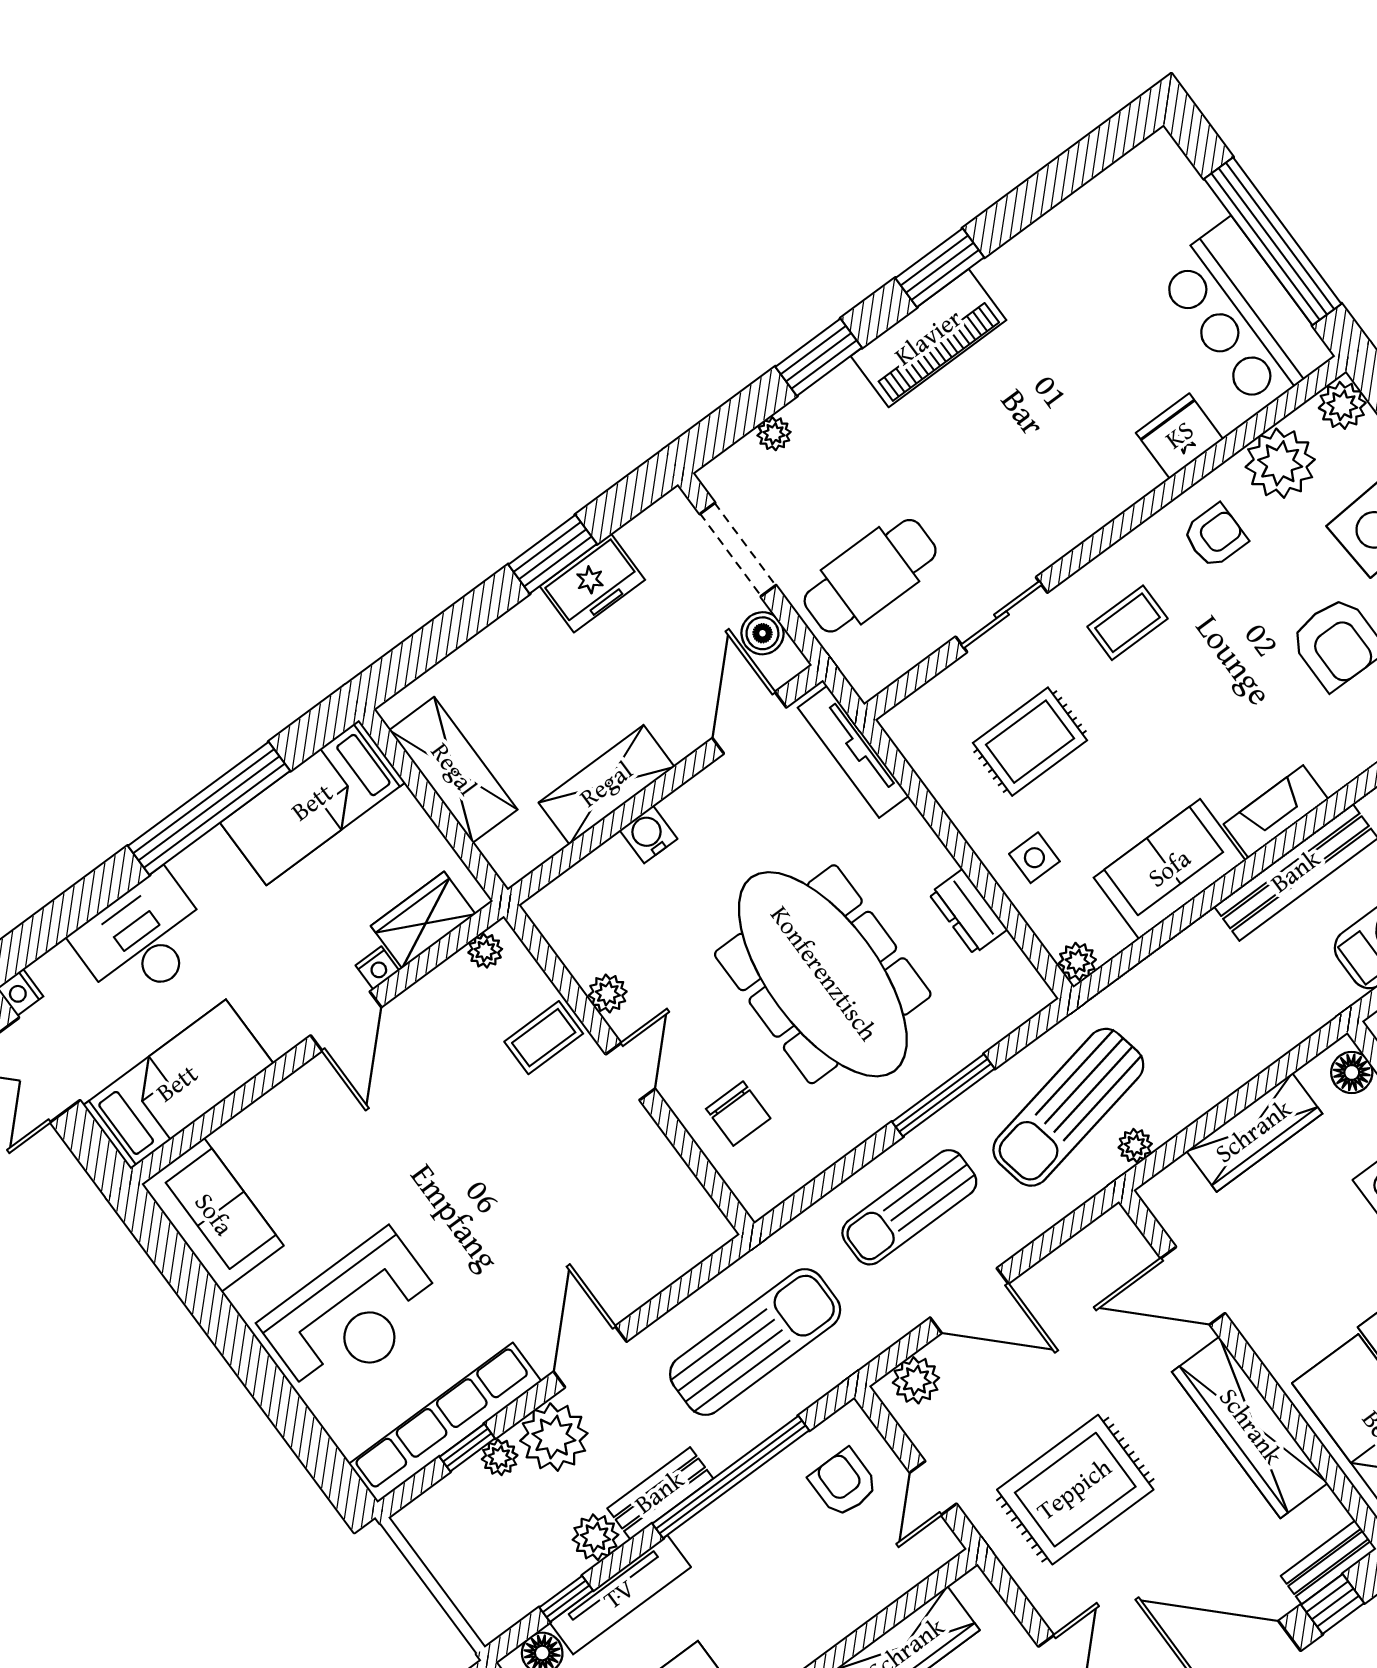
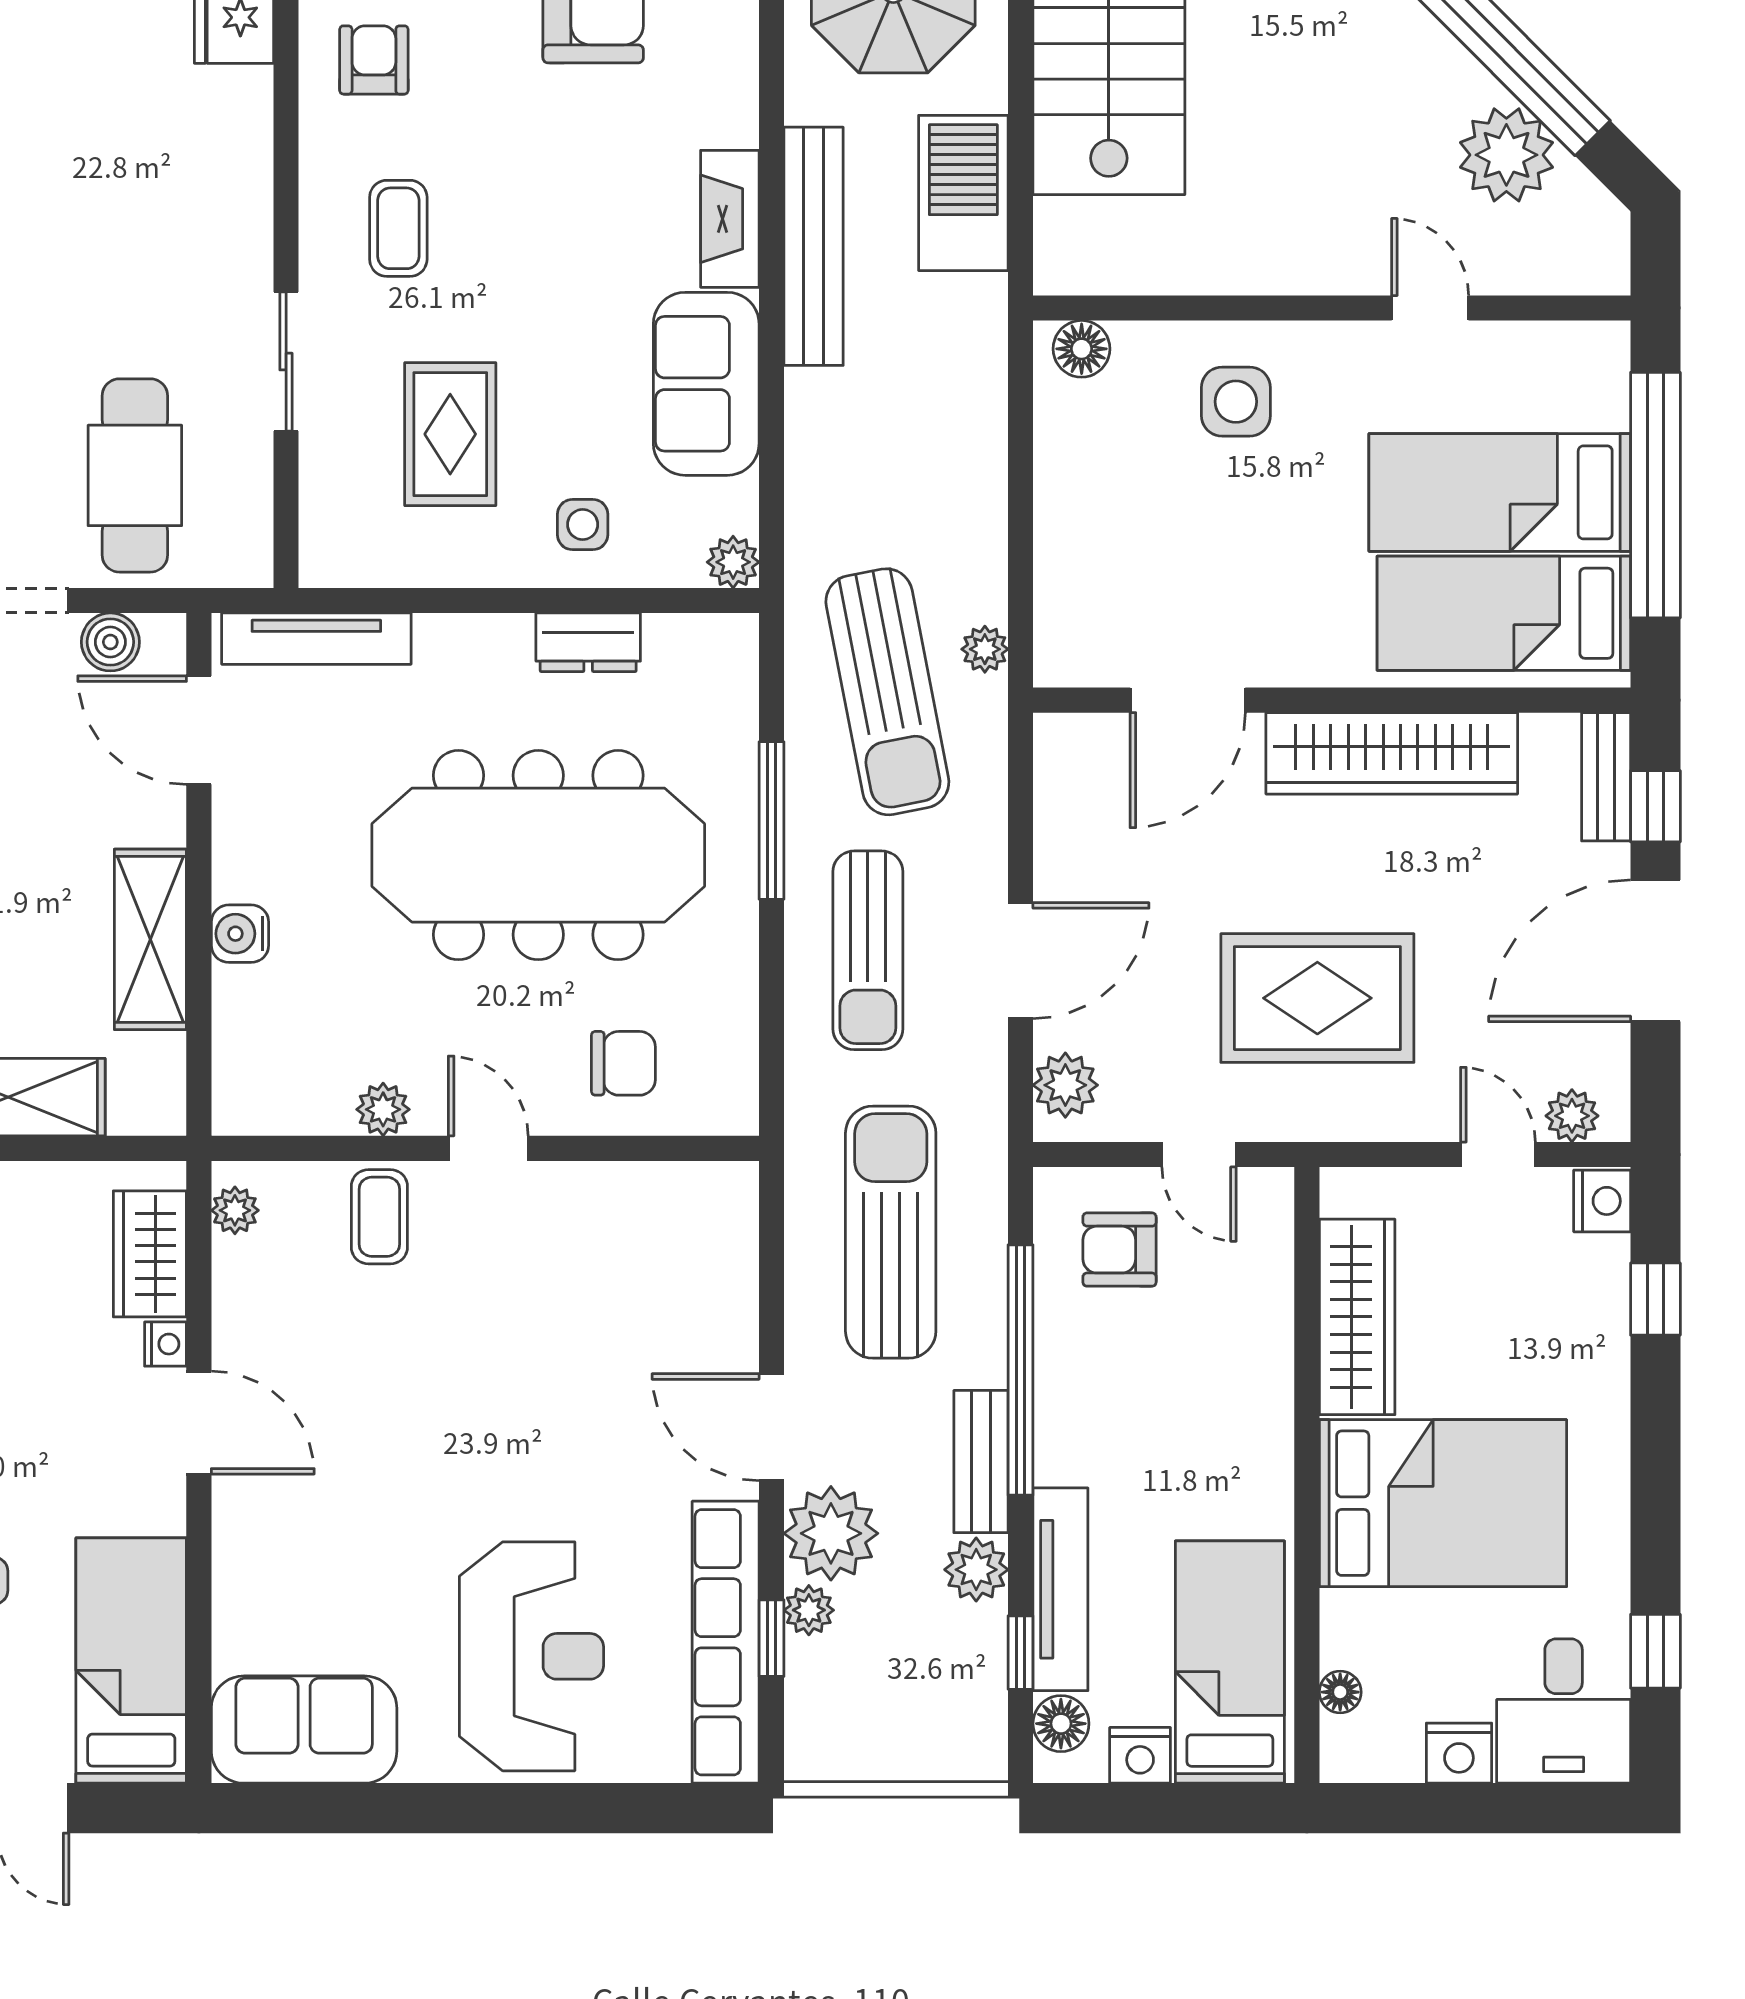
wardrobe: (1254, 1132) -> (1068, 506), removed
rug: (1075, 1490) -> (1317, 998), turned 90

